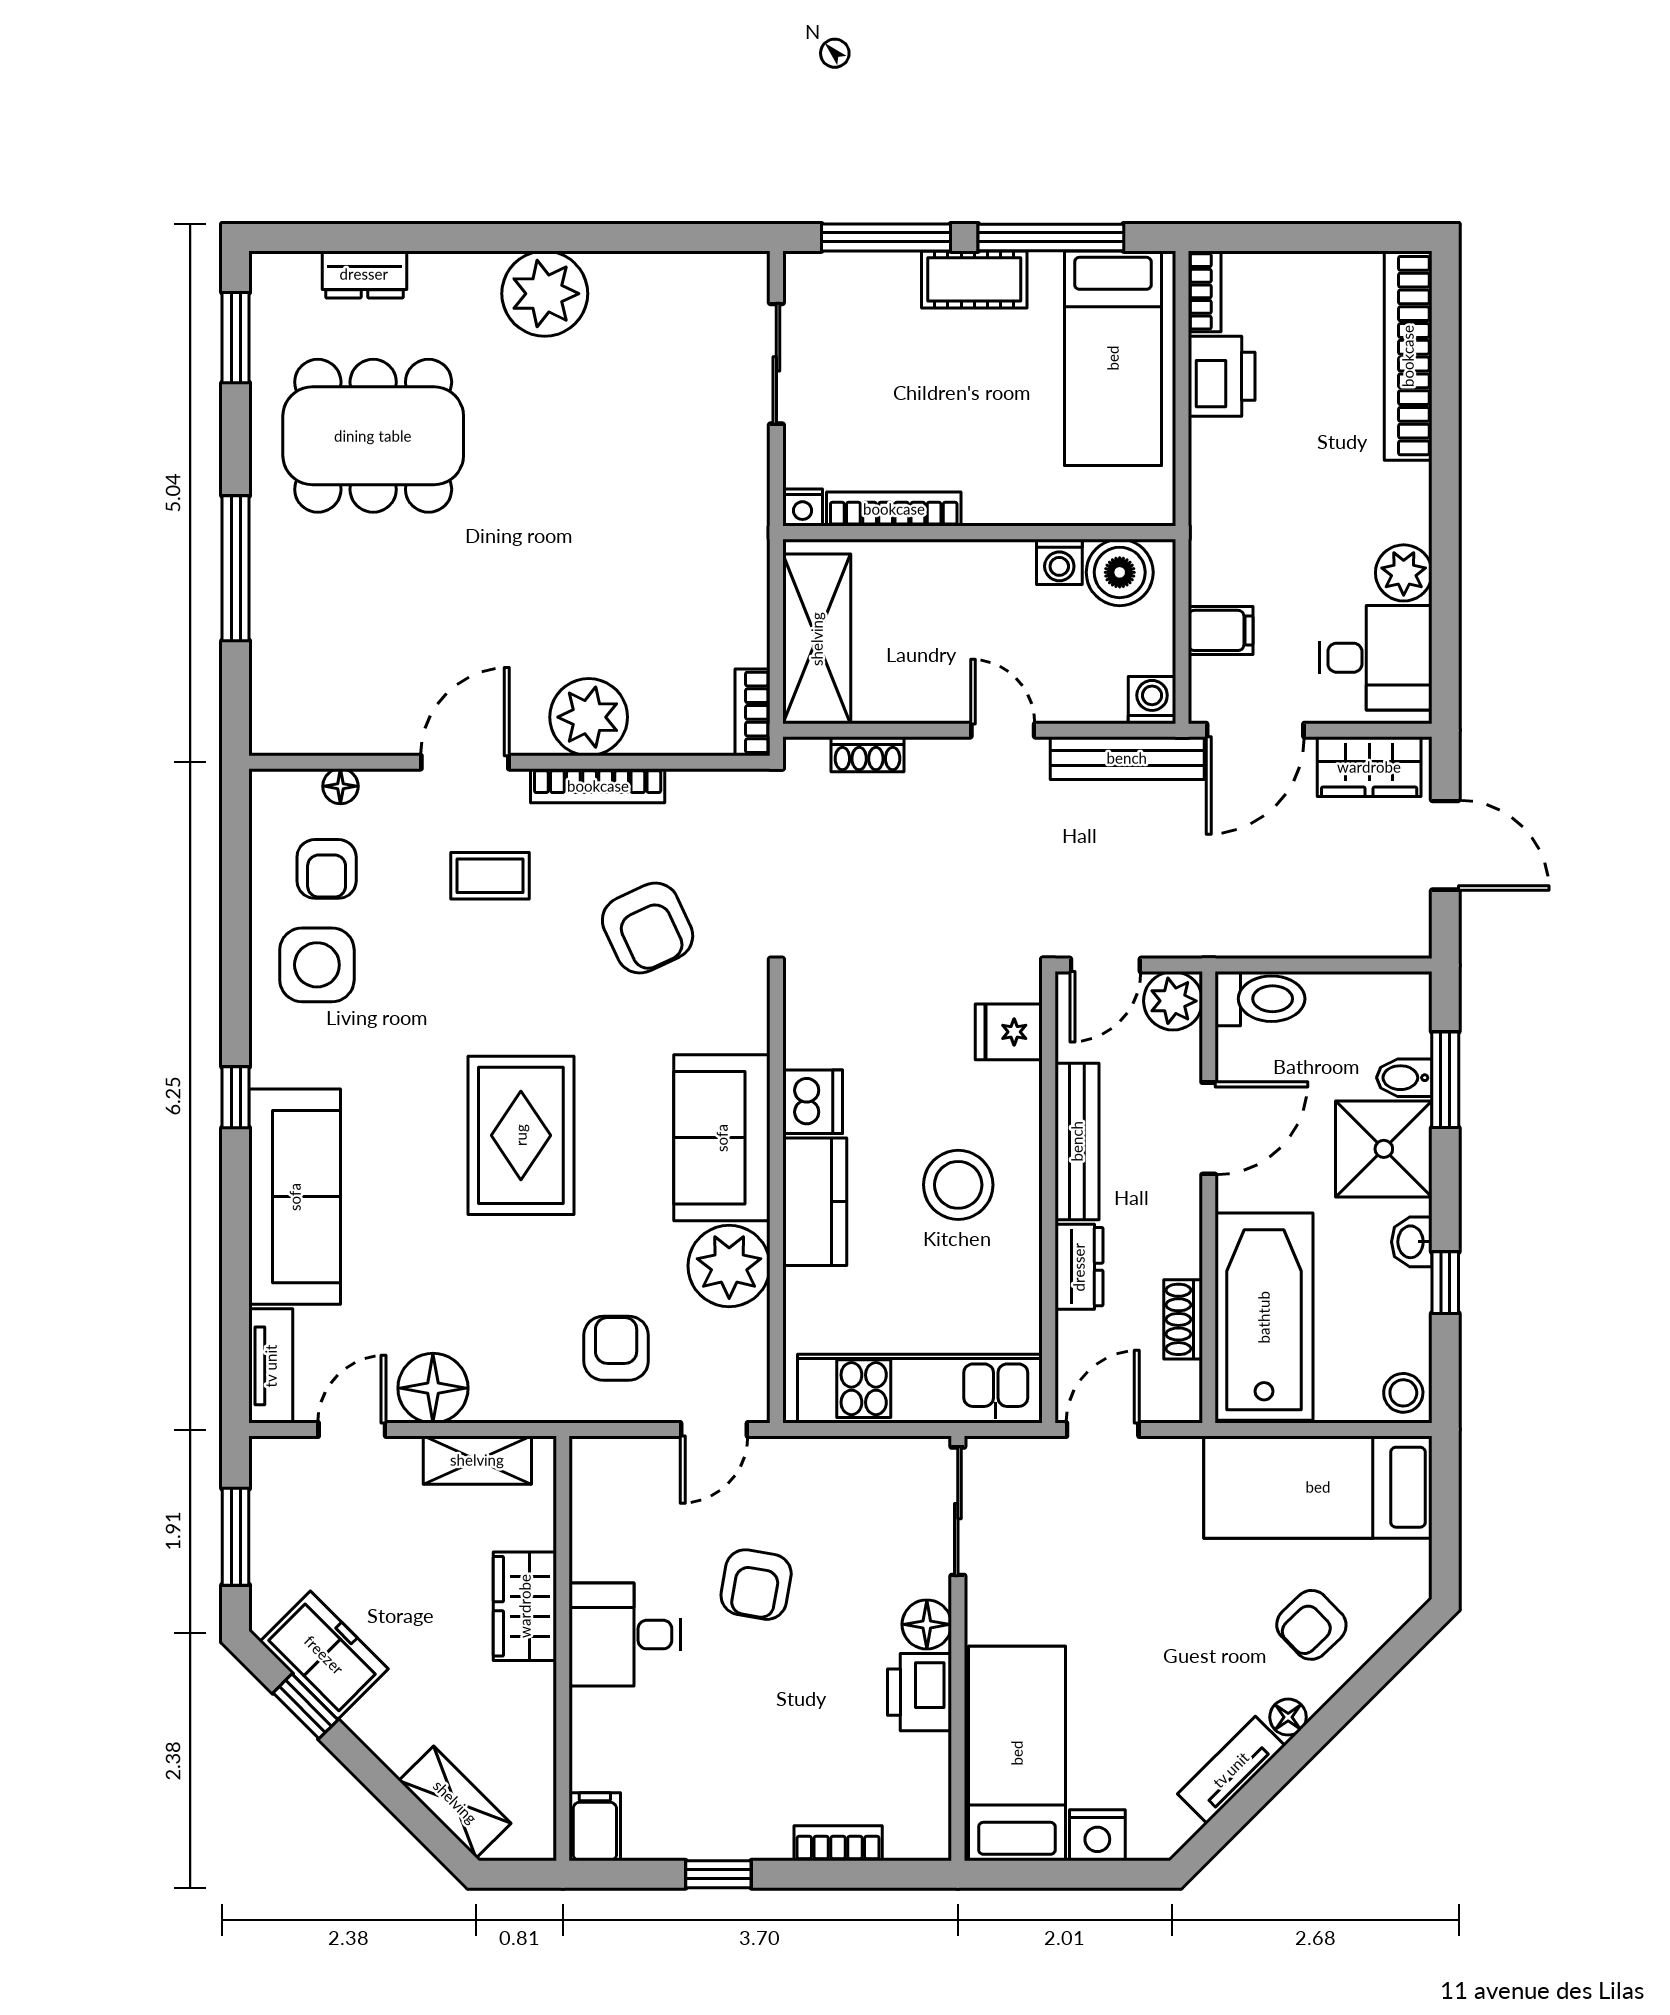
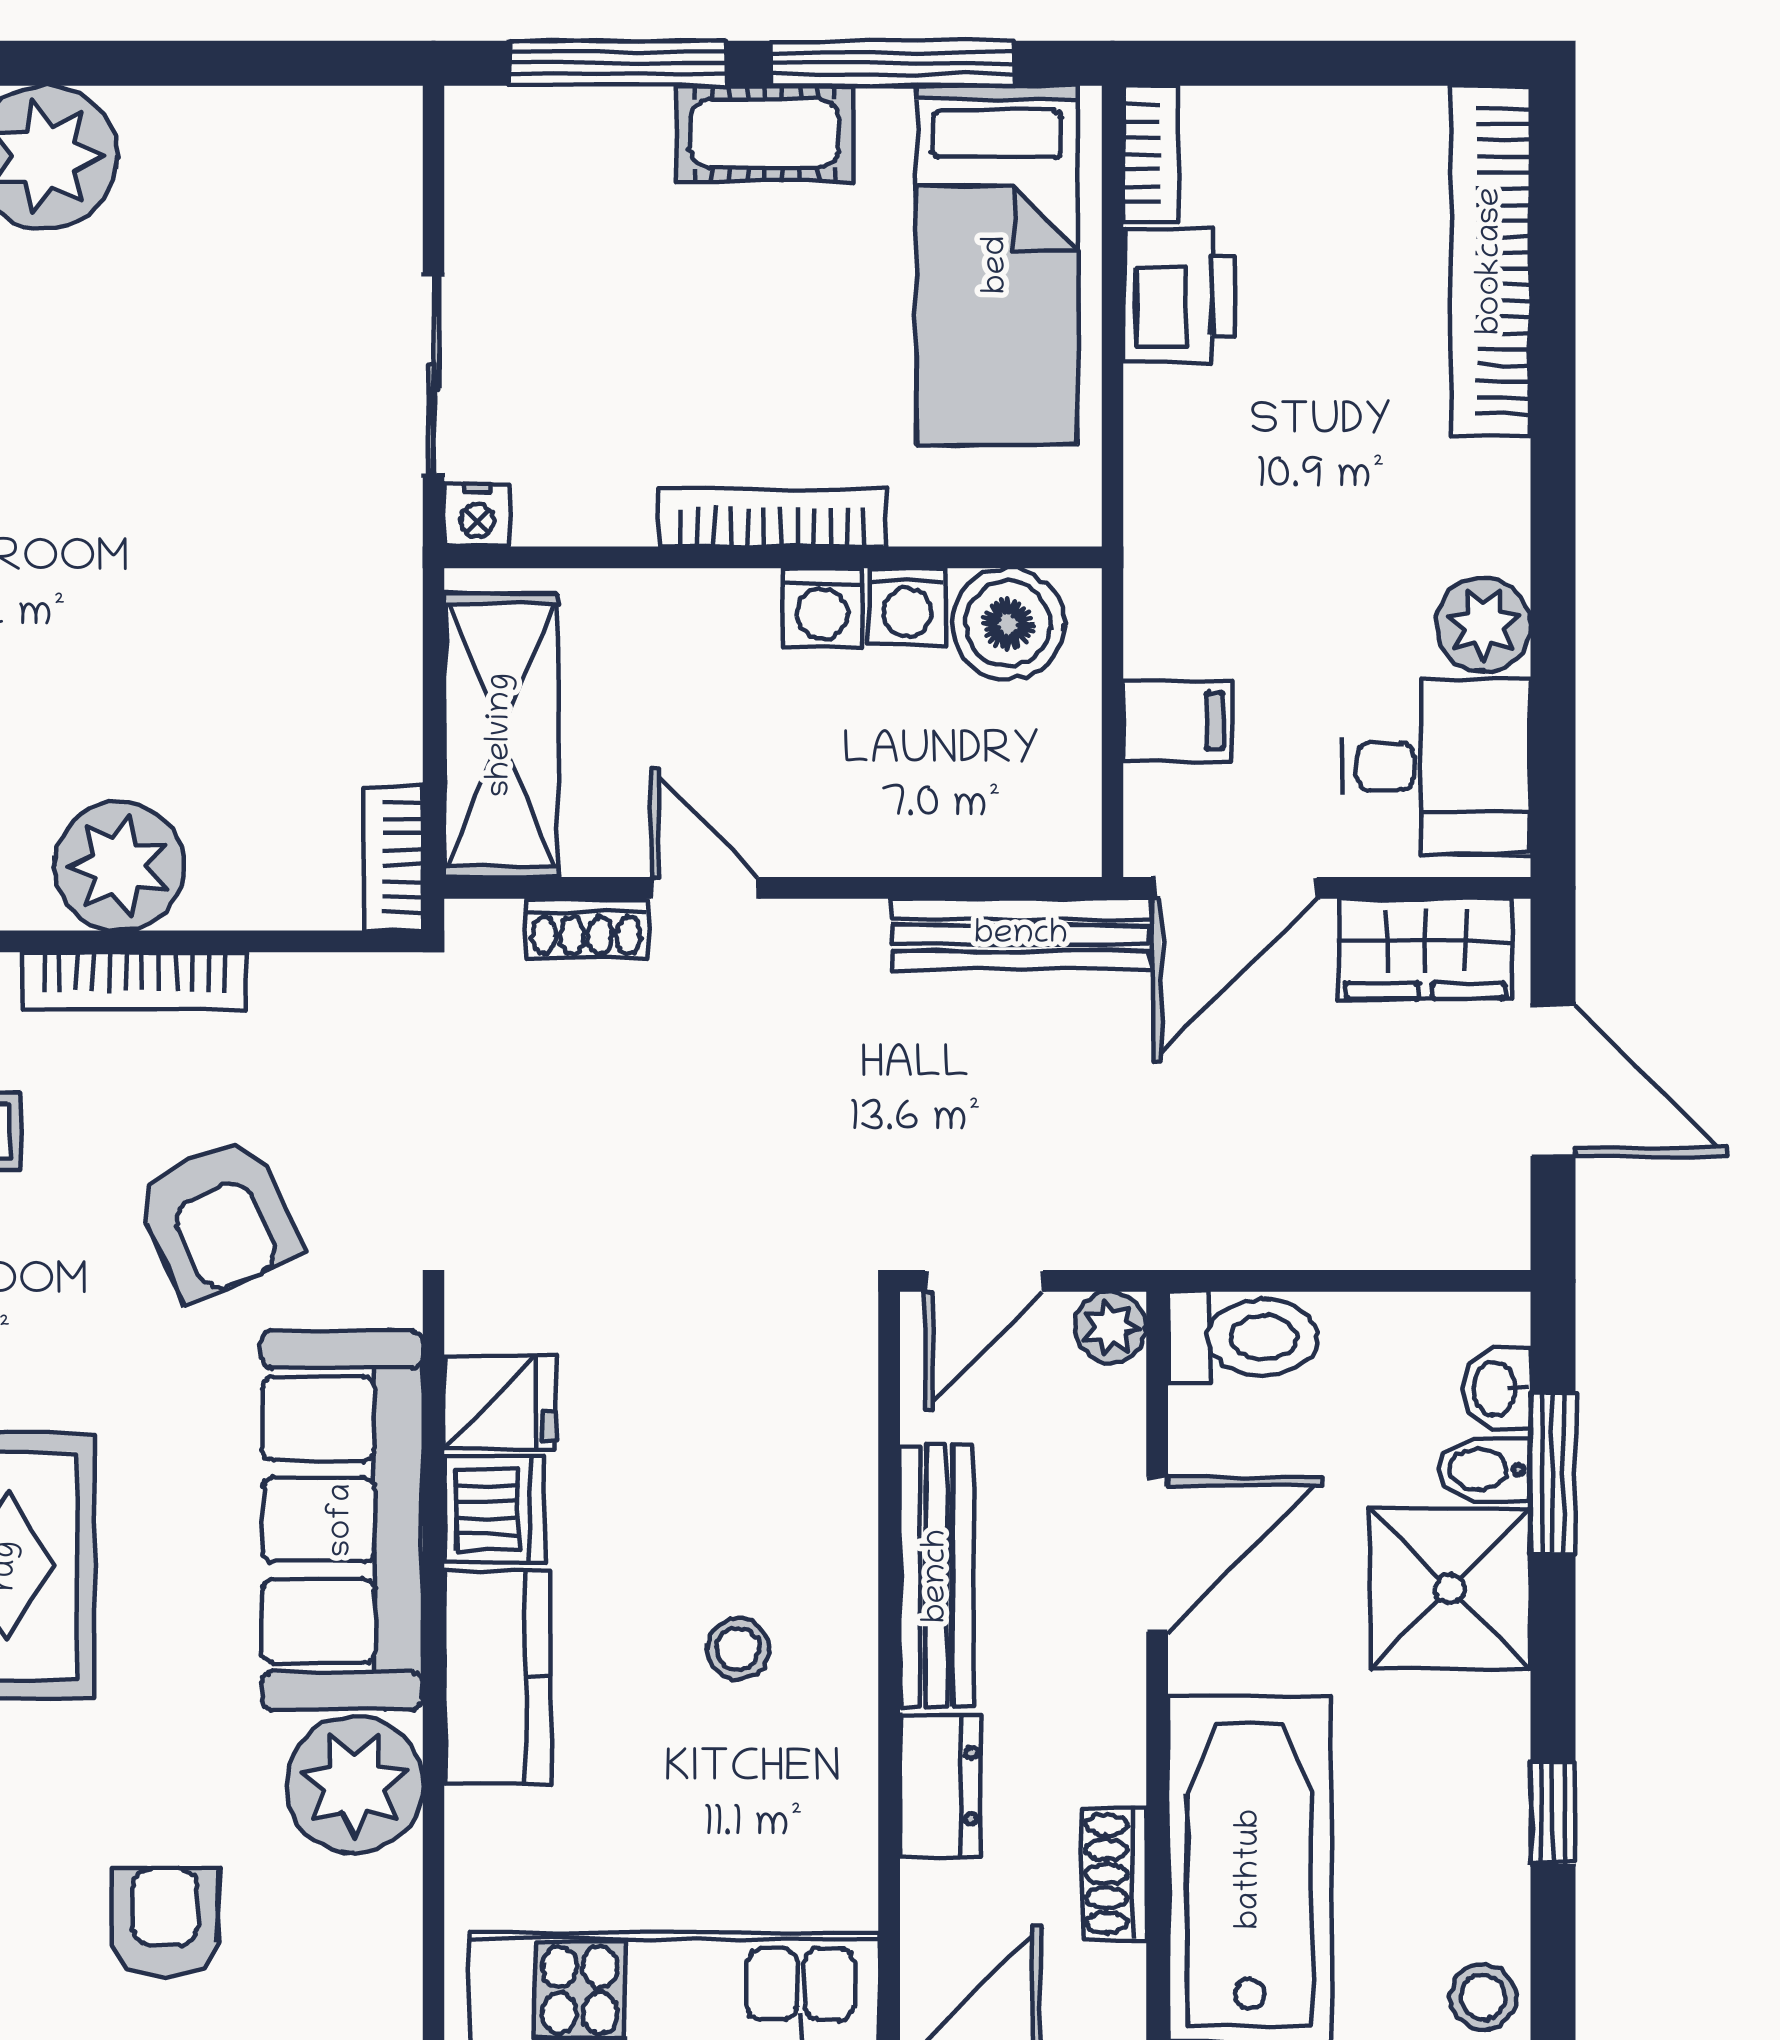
sliding door: (776, 364) -> (434, 376), moved
bookcase: (894, 509) -> (772, 518), moved
washing machine: (1152, 700) -> (822, 608), moved, turned 180
door: (1003, 730) -> (705, 888), moved
plant: (1173, 1001) -> (1111, 1327), width x0.73, depth x0.73
fridge: (1009, 1032) -> (500, 1402), moved, turned 180
sofa: (722, 1138) -> (342, 1520), width x1.36
stool: (958, 1185) -> (738, 1649), width x0.53, depth x0.53
washbasin: (1412, 1242) -> (1497, 1389), moved

